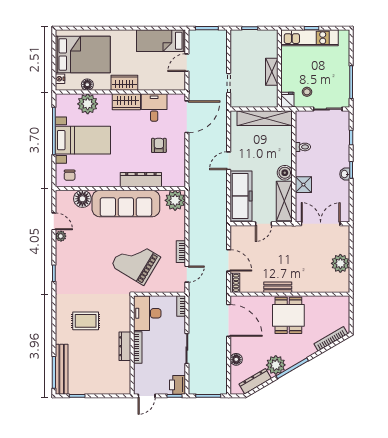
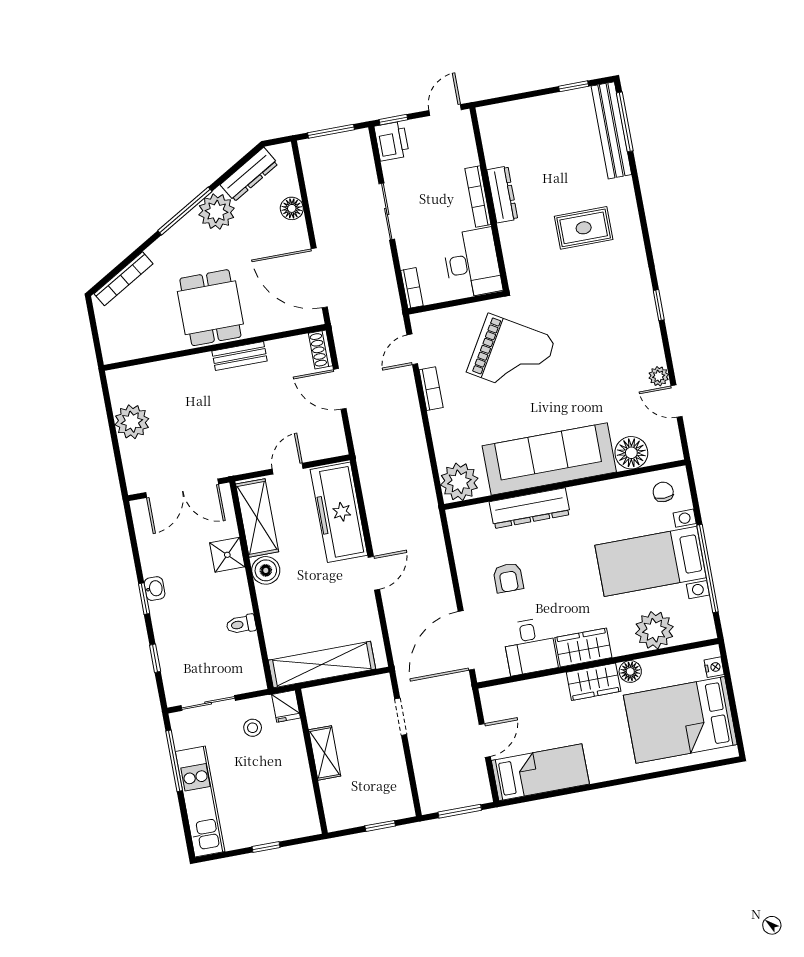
kitchen unit: (310, 38) -> (200, 802), moved, turned 90
floor lamp: (87, 85) -> (630, 671), moved

